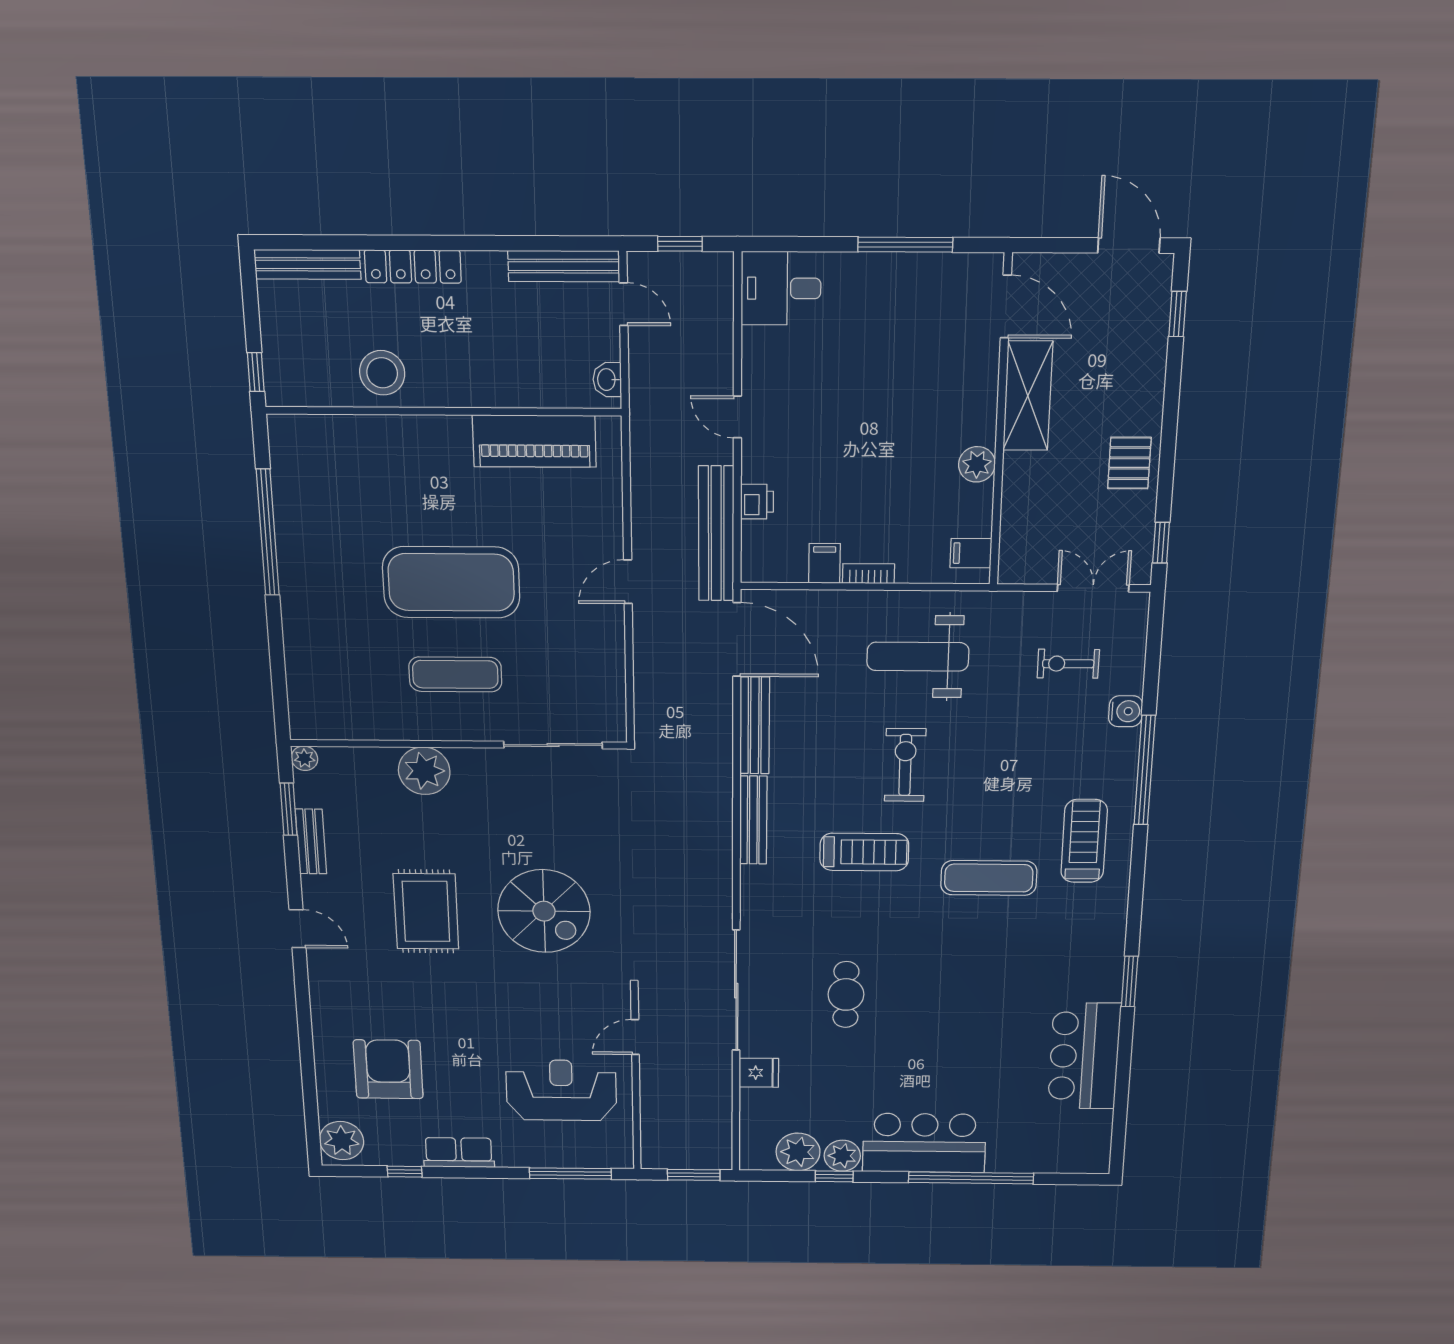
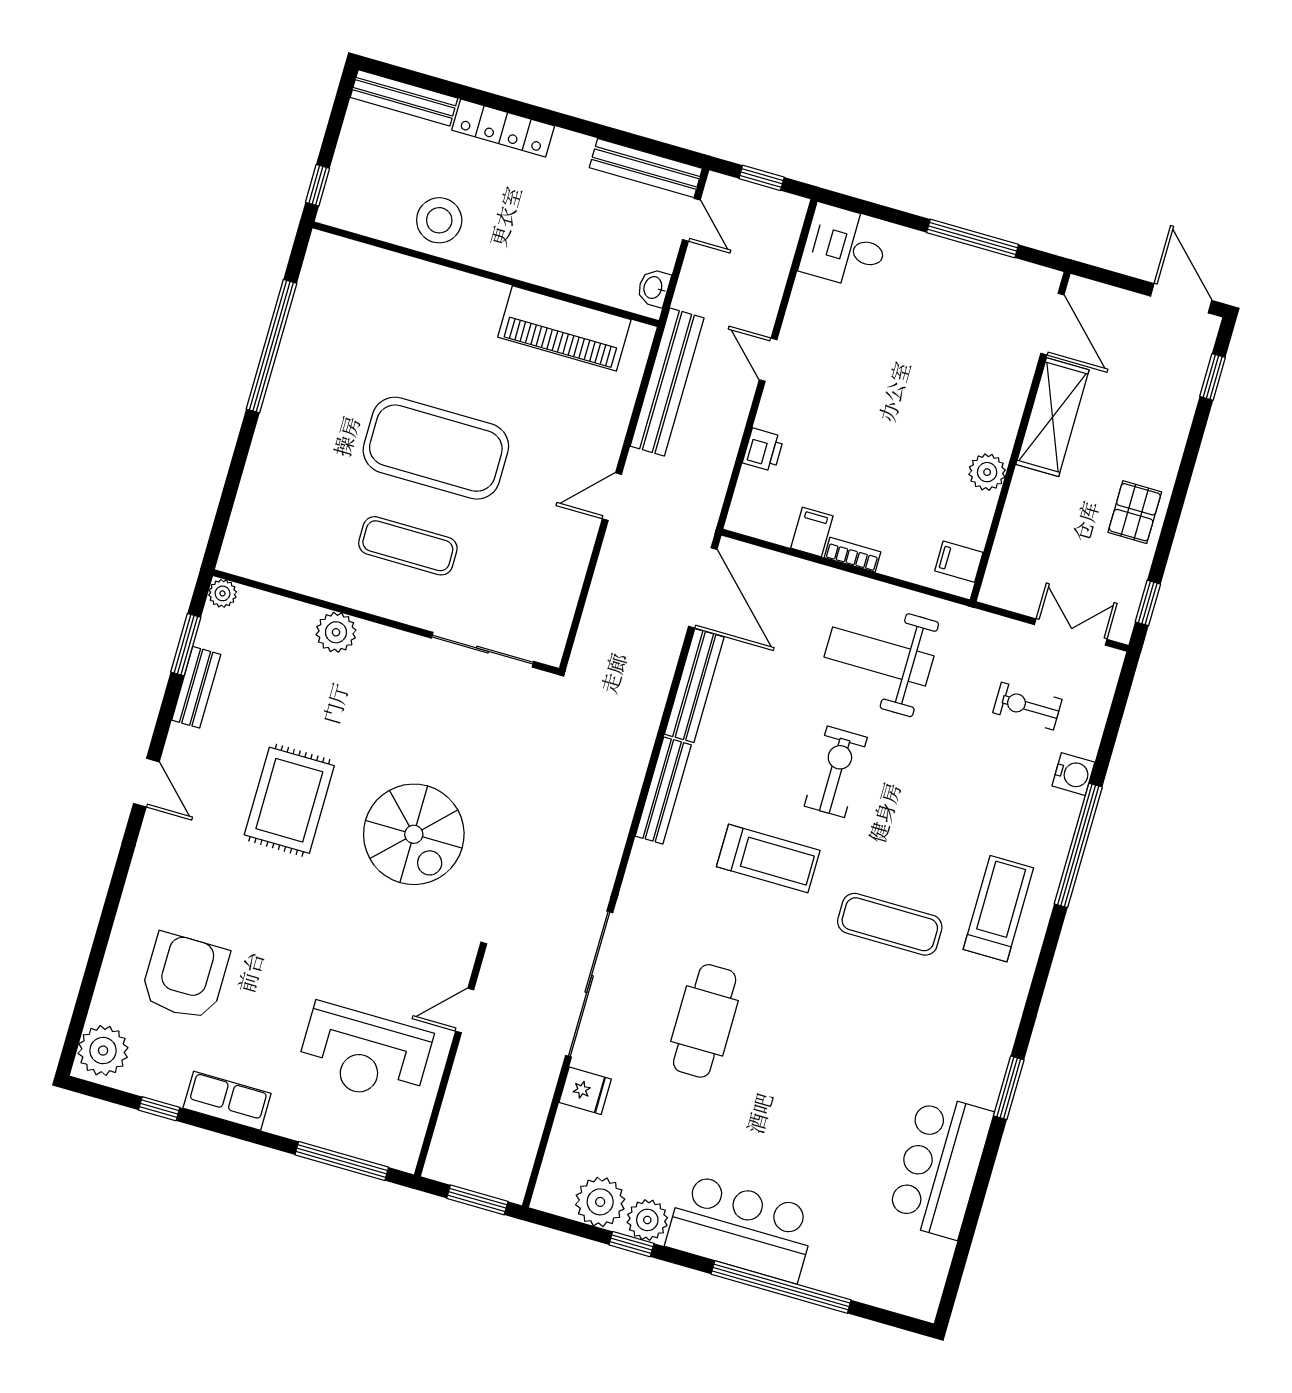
bench: (716, 534) -> (667, 382), moved
plant: (424, 771) -> (336, 632), width x0.73, depth x0.73
cafe table: (846, 995) -> (705, 1021), width x1.37, depth x1.35
reception desk: (561, 1090) -> (365, 1054), turned 180

